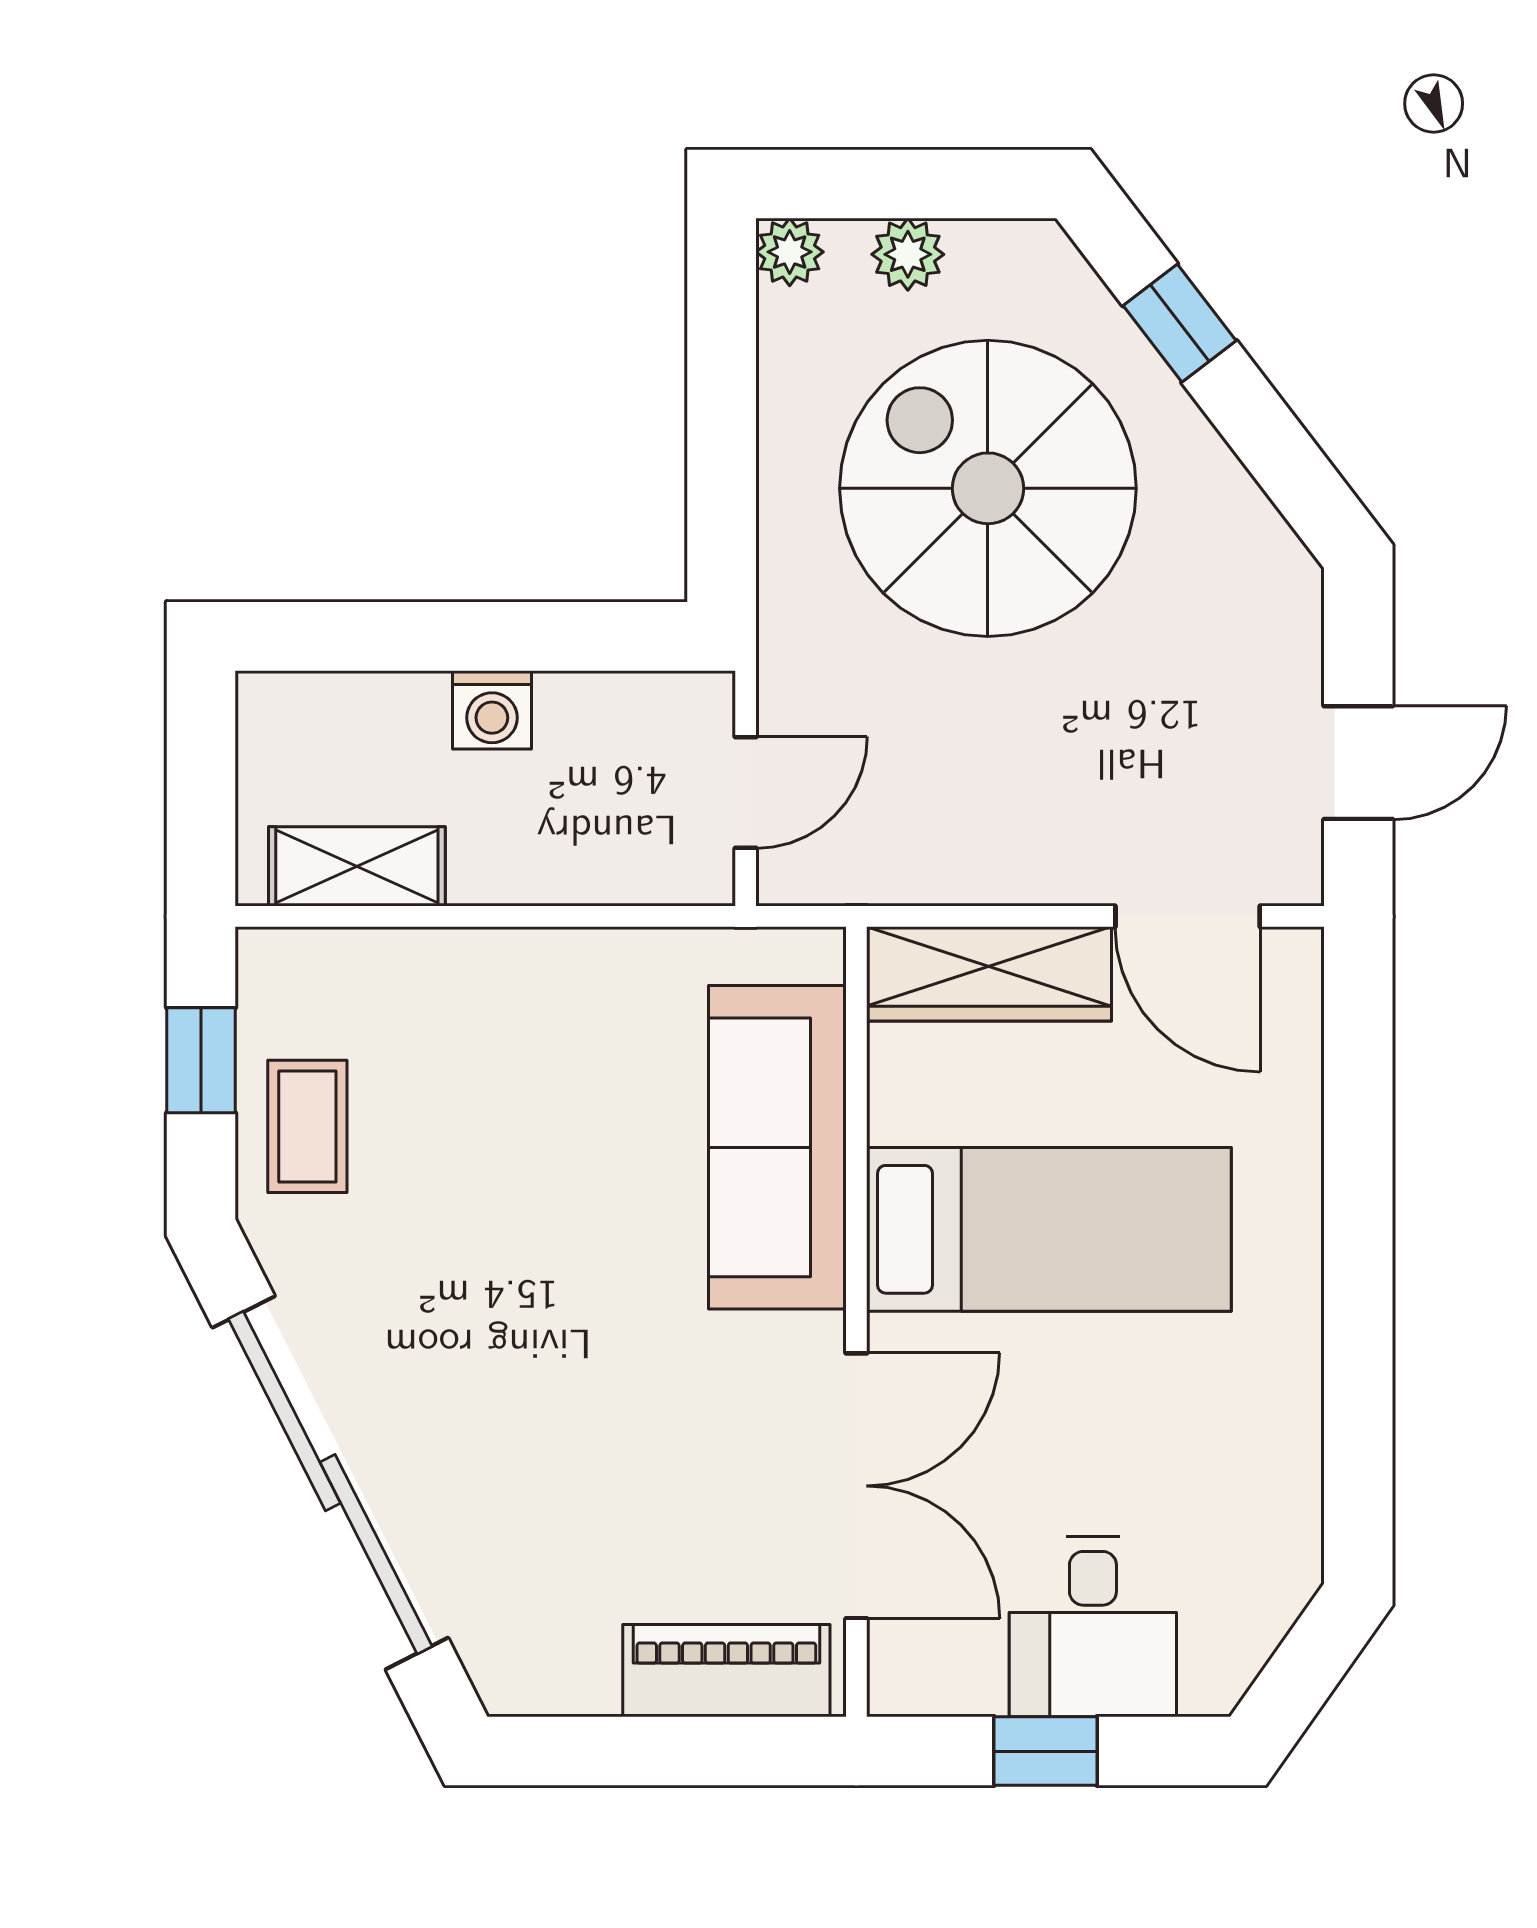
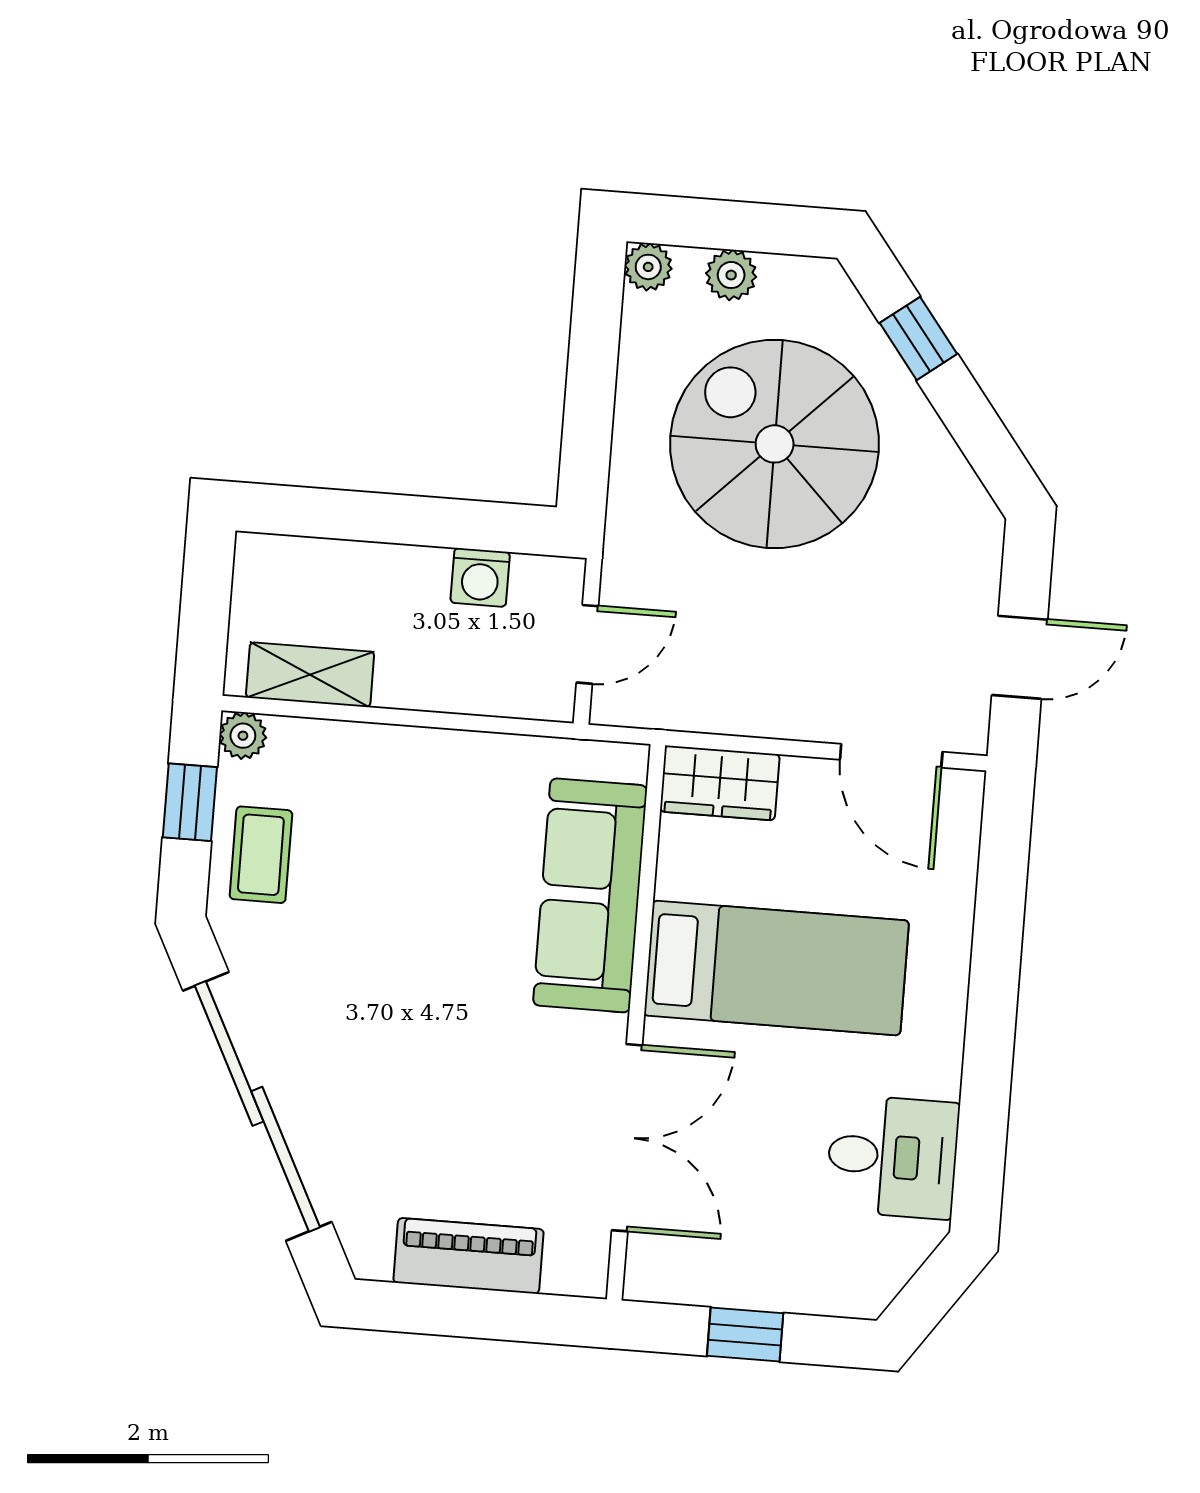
washing machine: (492, 710) -> (480, 577), moved
plant: (269, 960) -> (243, 736), added
wardrobe: (989, 974) -> (720, 783), width x0.67
desk: (1093, 1627) -> (893, 1157), moved, turned -90
piano: (726, 1671) -> (468, 1256), moved

